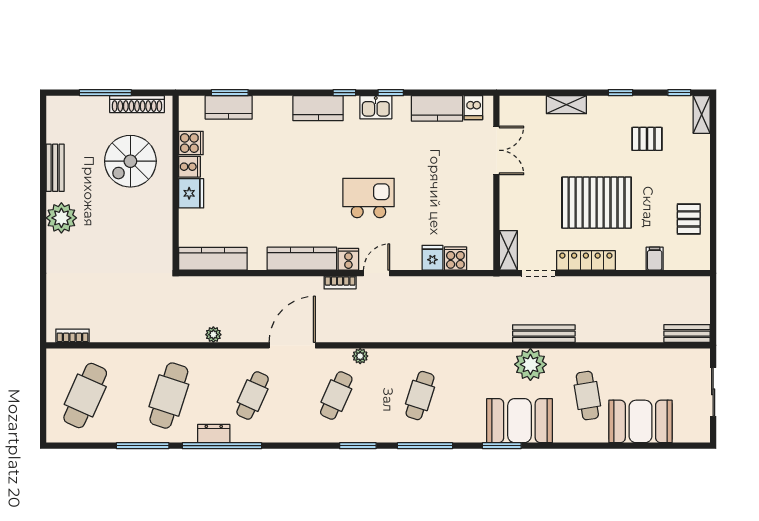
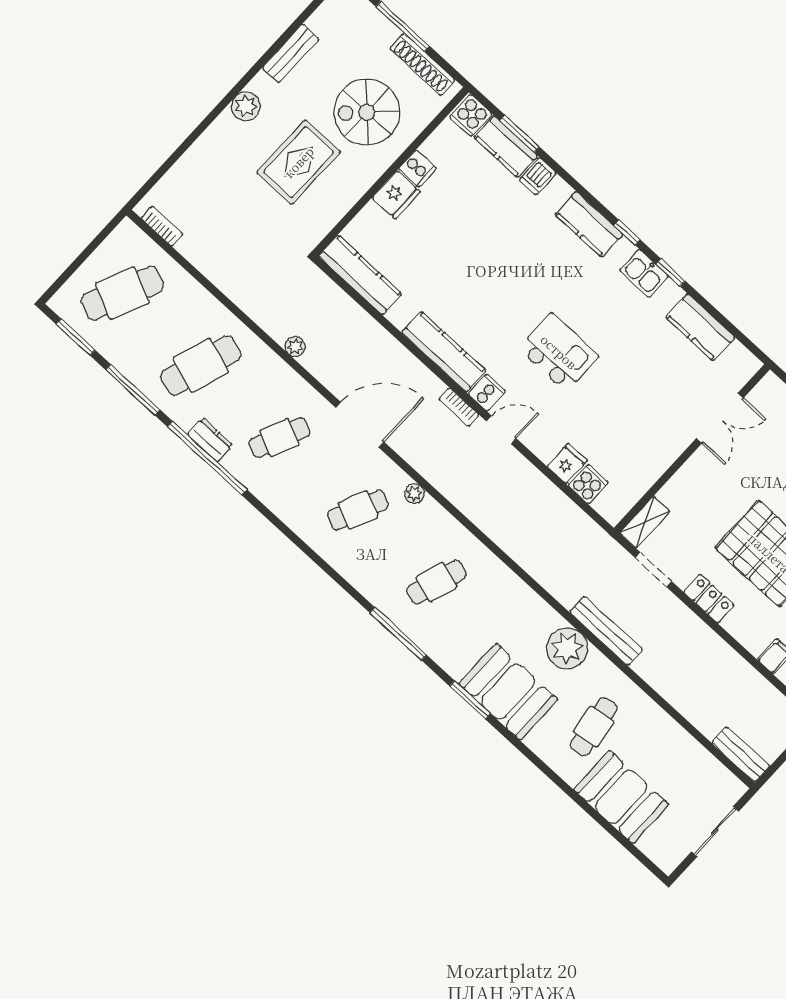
dishwasher: (473, 108) -> (538, 176), moved
cooker: (191, 143) -> (471, 115), moved, turned 90
plant: (61, 218) -> (246, 106), width x0.73, depth x0.73
rug: (117, 226) -> (299, 162), added
locker: (586, 260) -> (709, 599), width x0.66
window: (358, 446) -> (76, 337), moved

